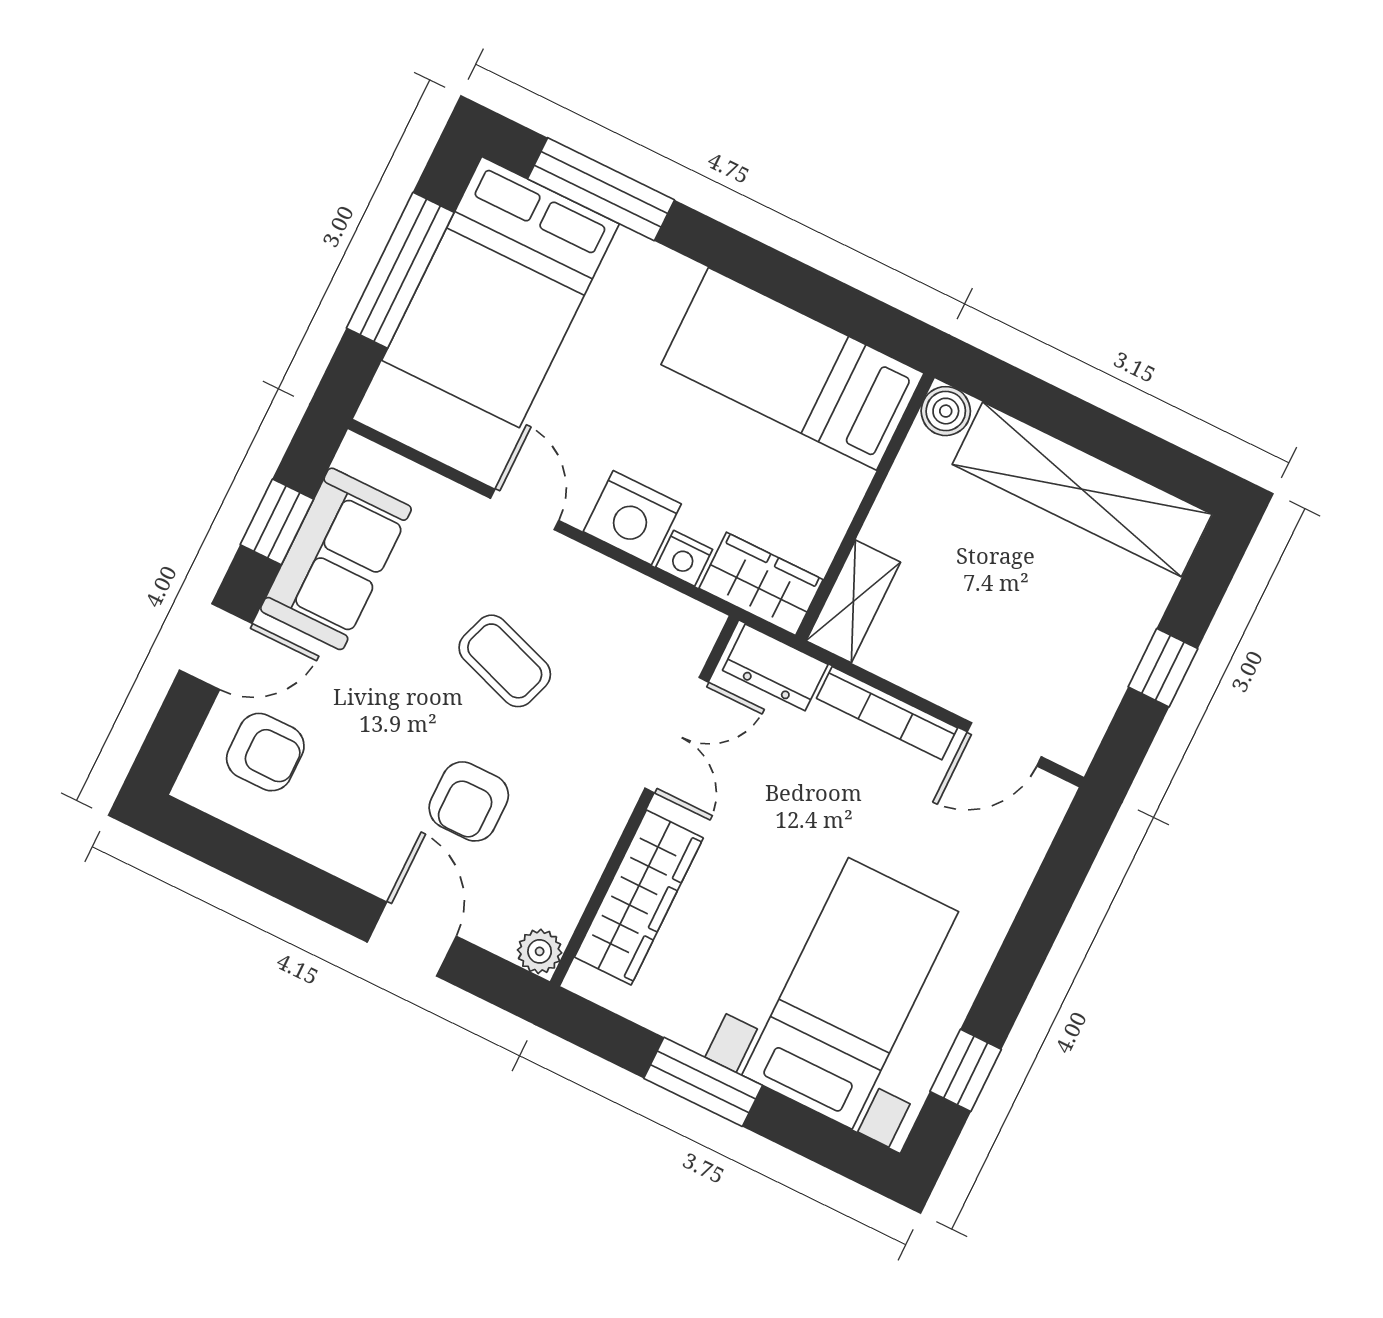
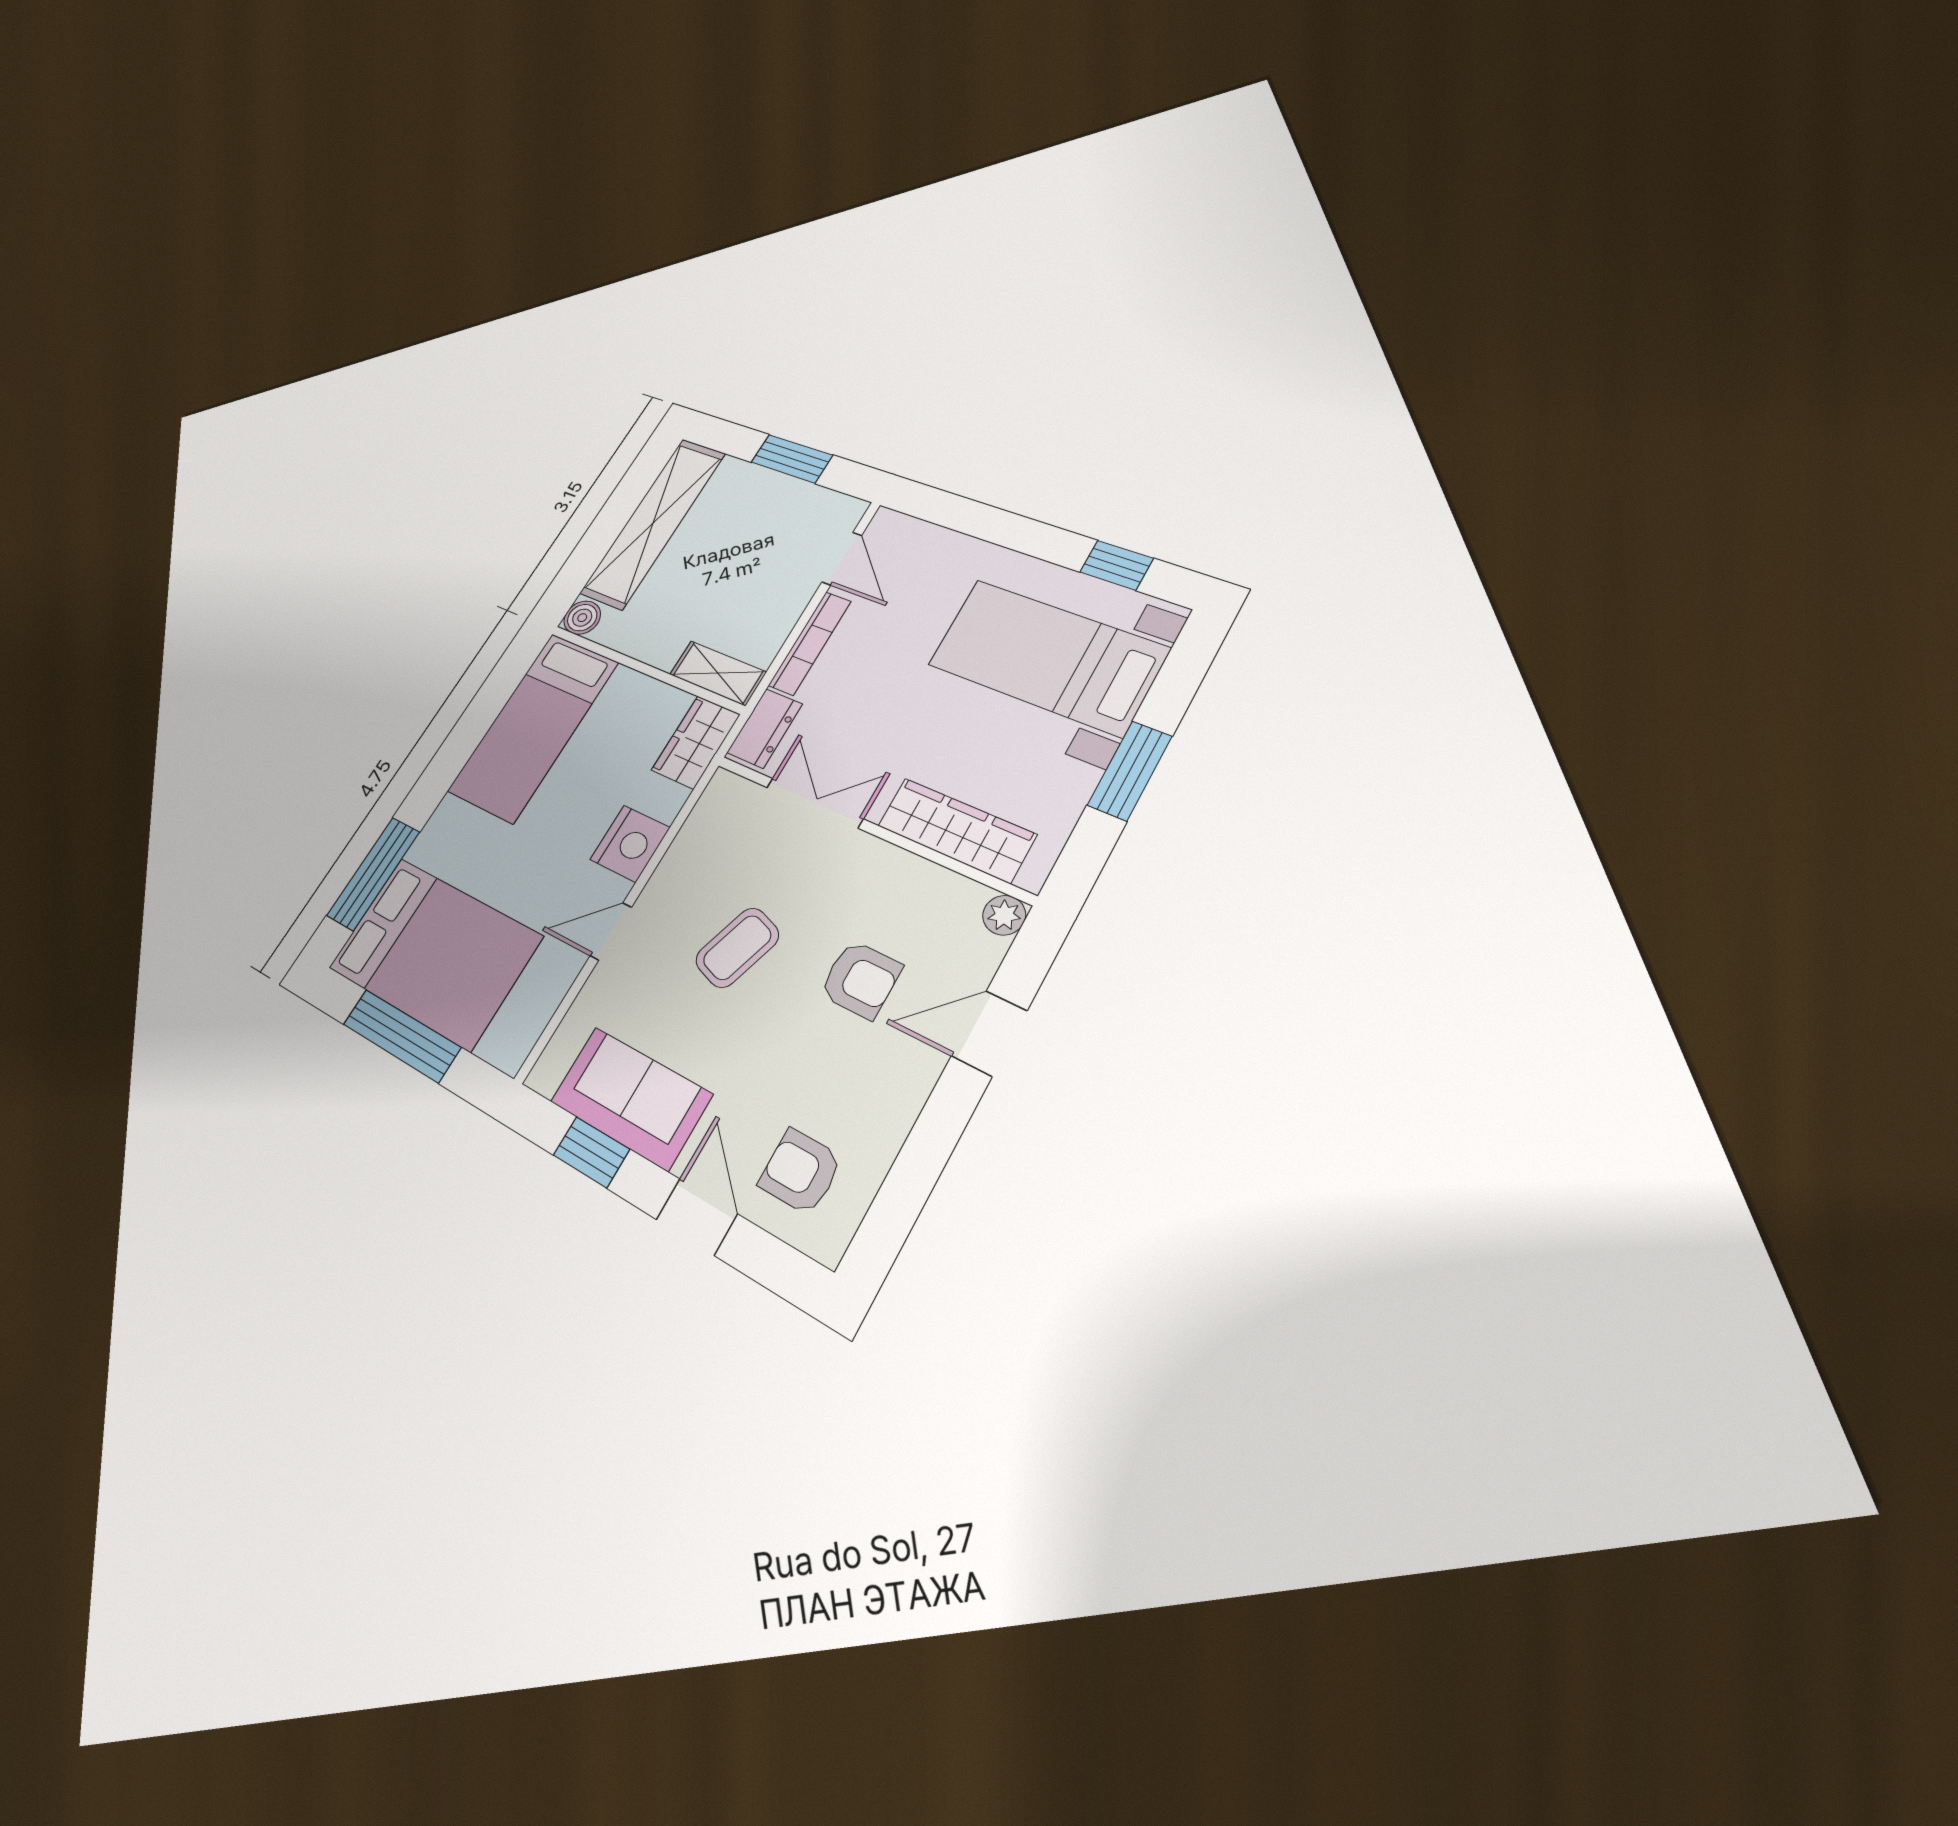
nightstand: (684, 558) -> (668, 802), removed
window: (1163, 668) -> (792, 459), width x1.50
armchair: (265, 752) -> (800, 1172), turned -90

